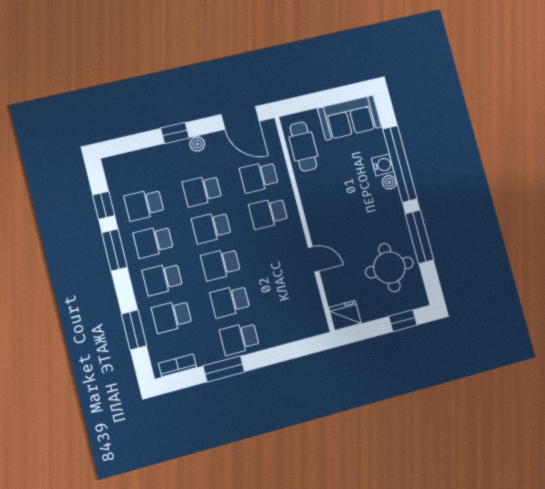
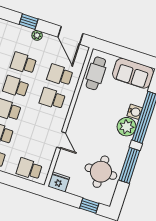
plant: (389, 182) -> (127, 127), width x1.88, depth x1.88
school desk: (297, 323) -> (29, 169), added

